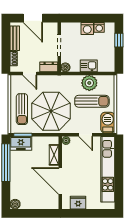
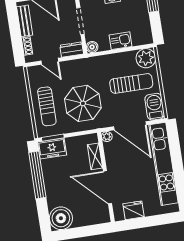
plant: (89, 83) -> (146, 58), moved
parasol: (51, 111) -> (83, 103), width x0.73, depth x0.73
door: (86, 135) -> (130, 126), width x1.88
boiler: (15, 204) -> (61, 218), width x1.86, depth x1.86

